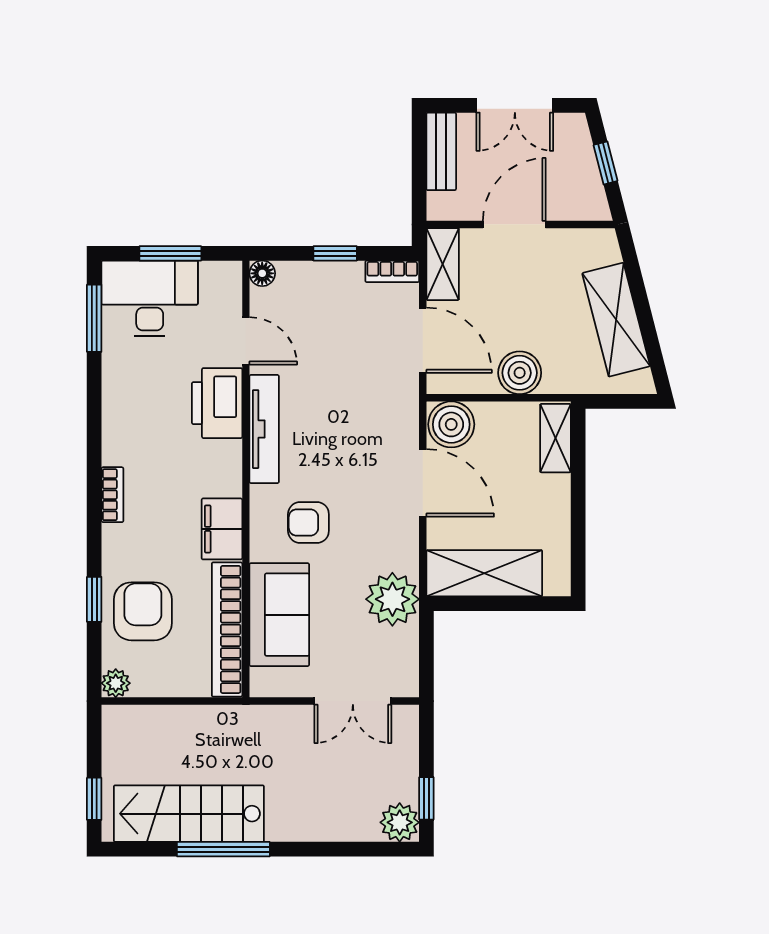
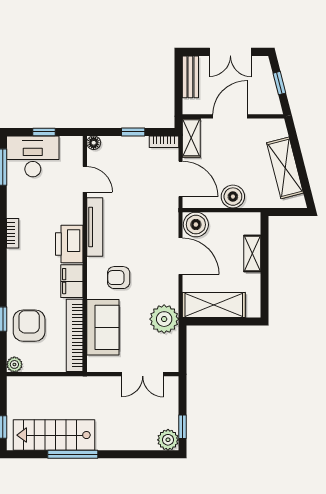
window: (170, 253) -> (44, 132), width x0.67
printer: (217, 403) -> (69, 244), moved
shelving: (555, 438) -> (252, 254), moved
bookcase: (112, 495) -> (13, 233), moved

